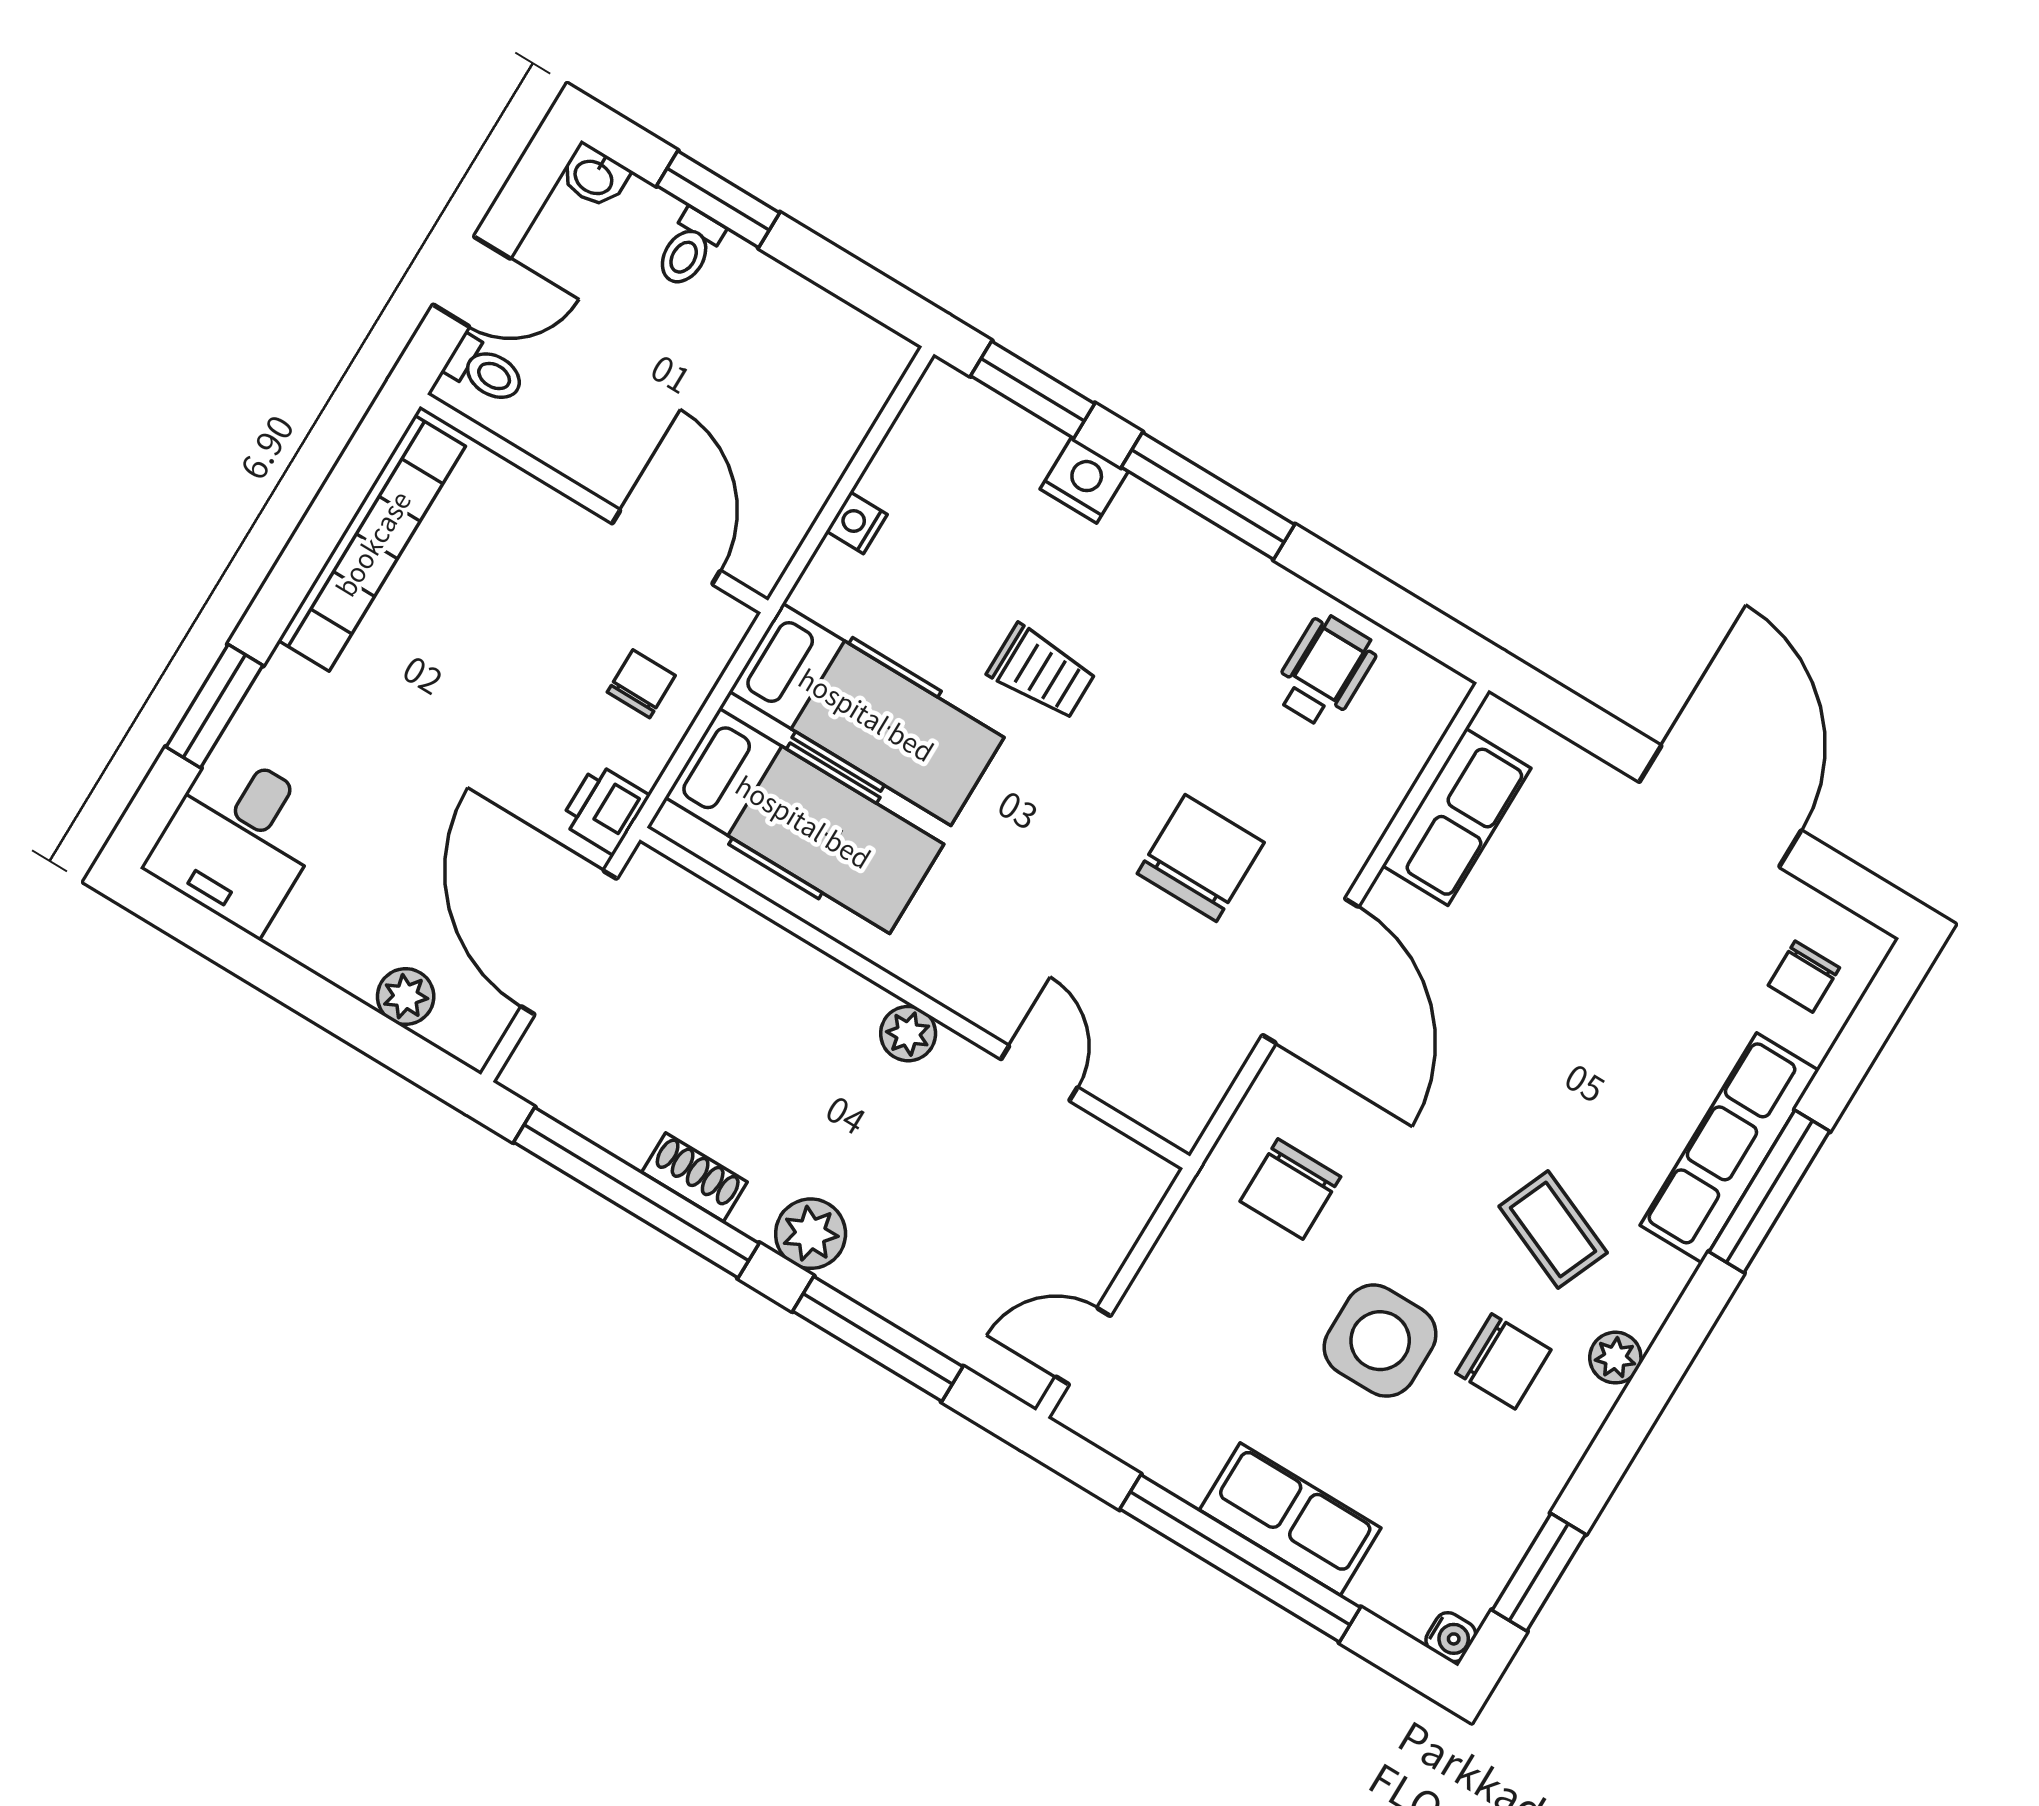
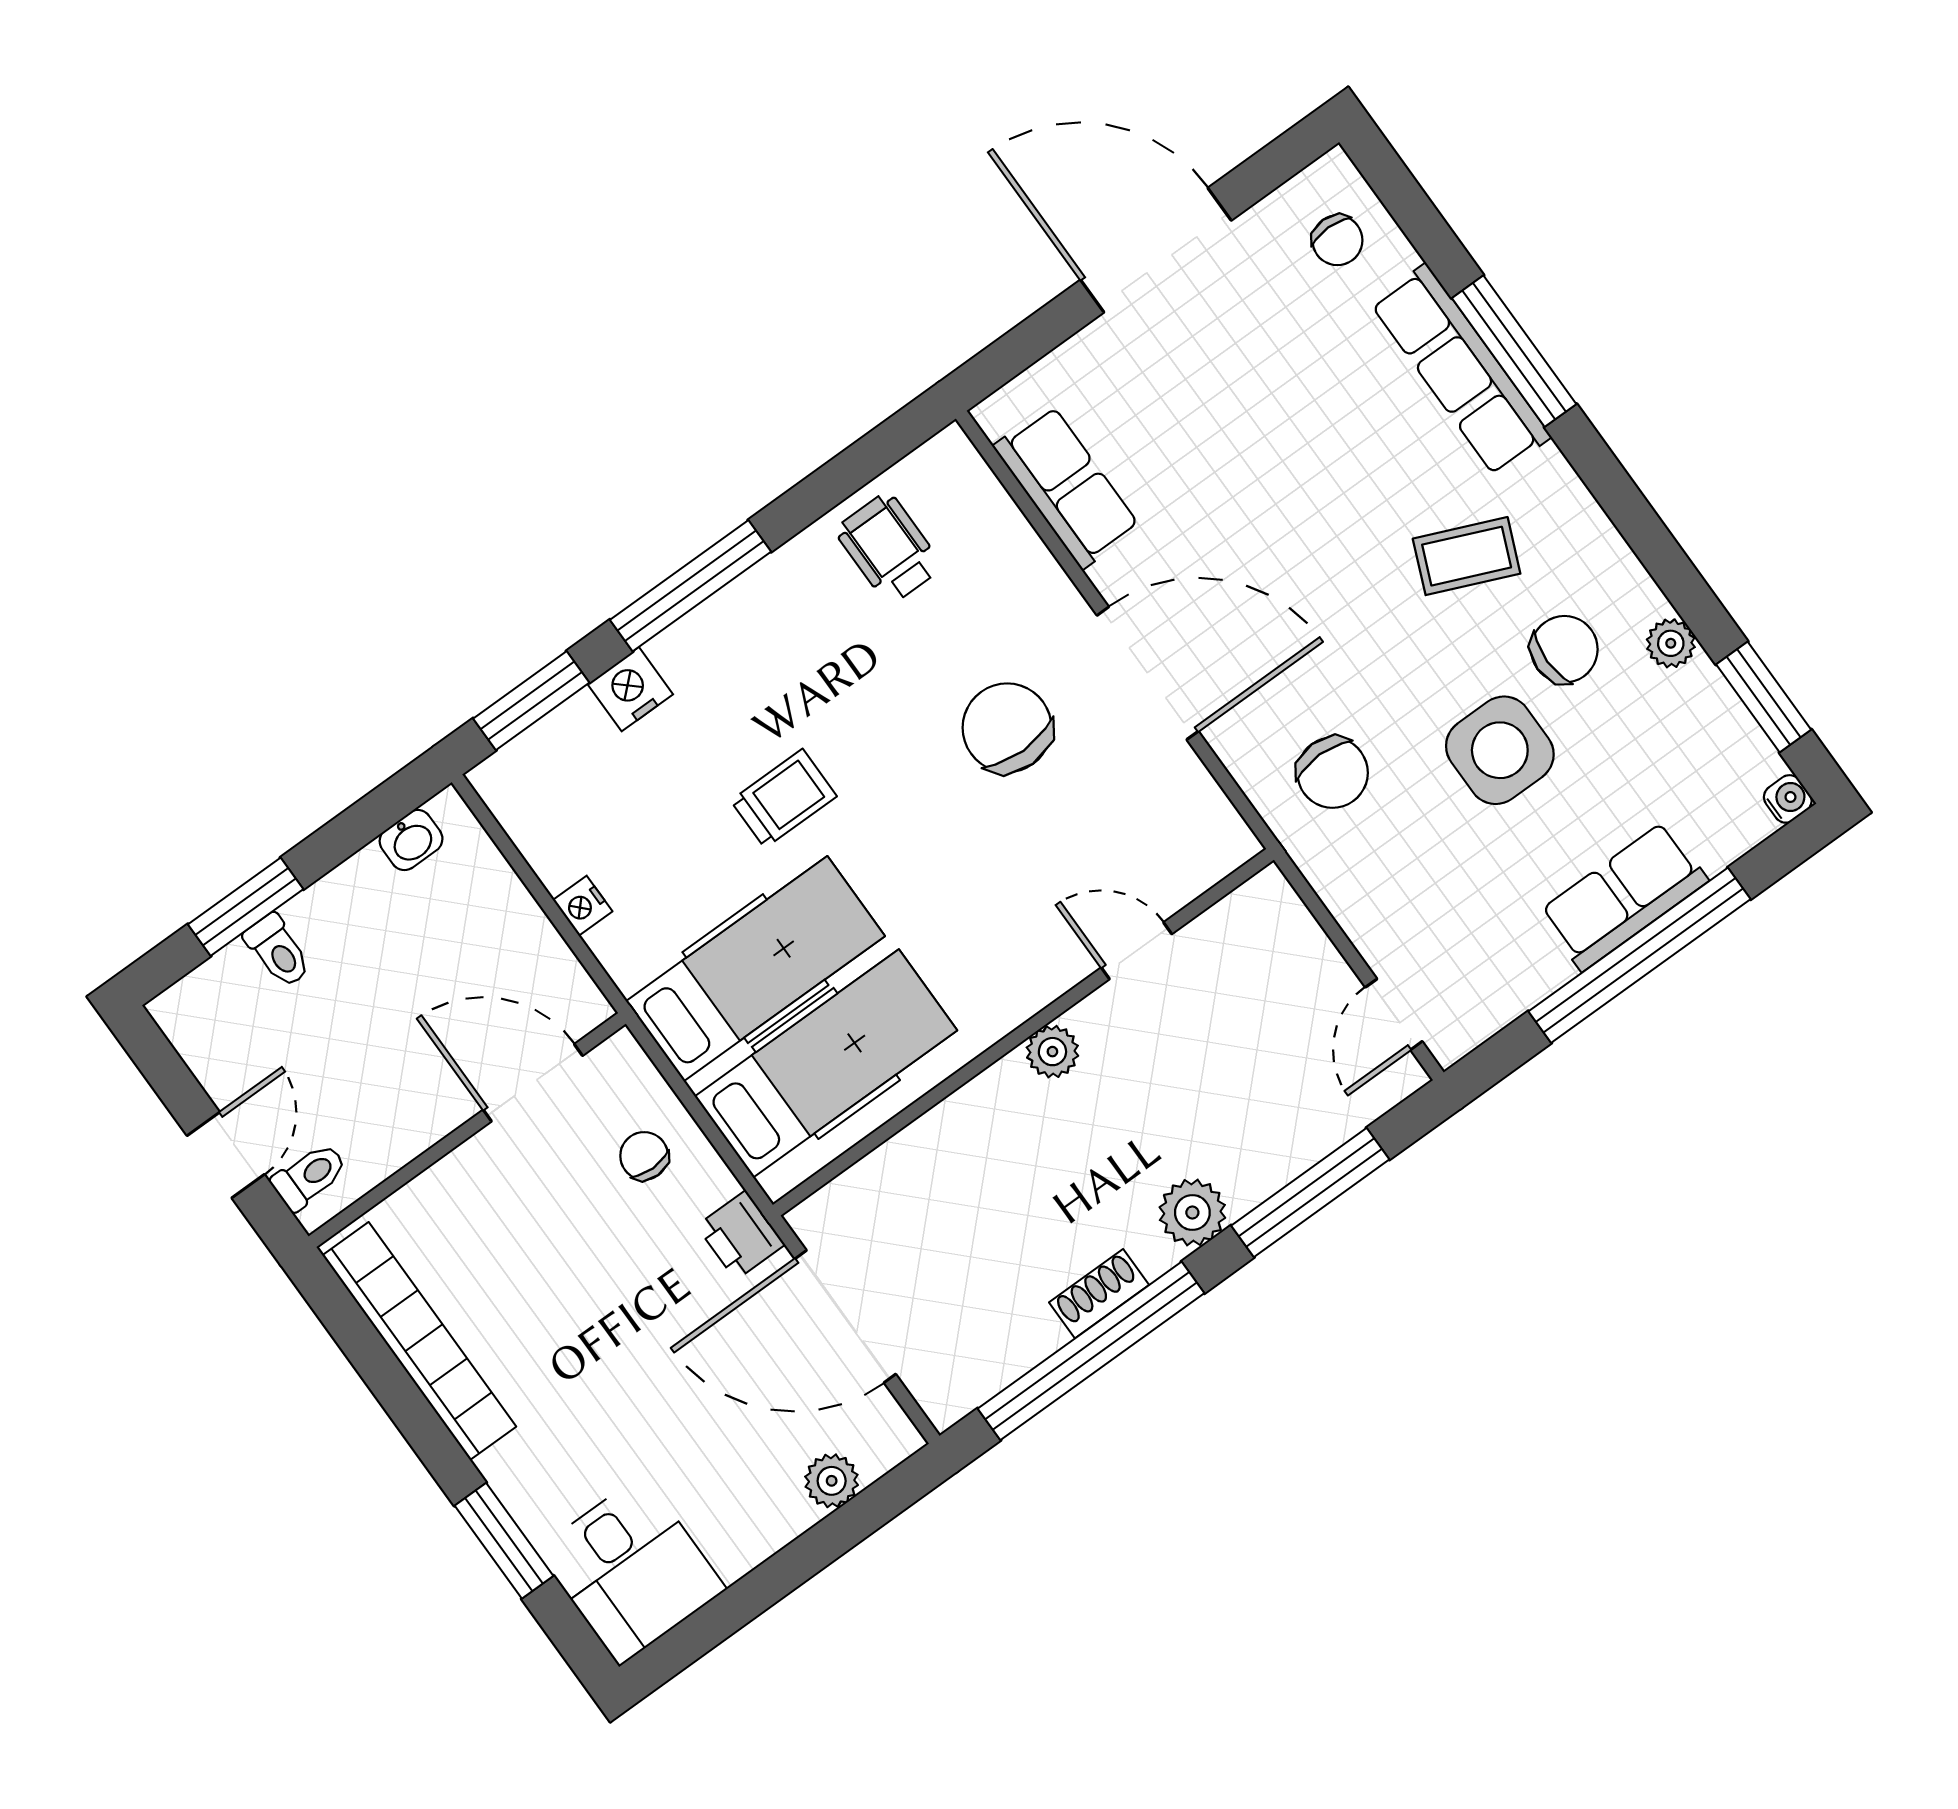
washbasin: (594, 176) -> (411, 840), moved
plant: (1615, 1358) -> (1671, 643), moved

